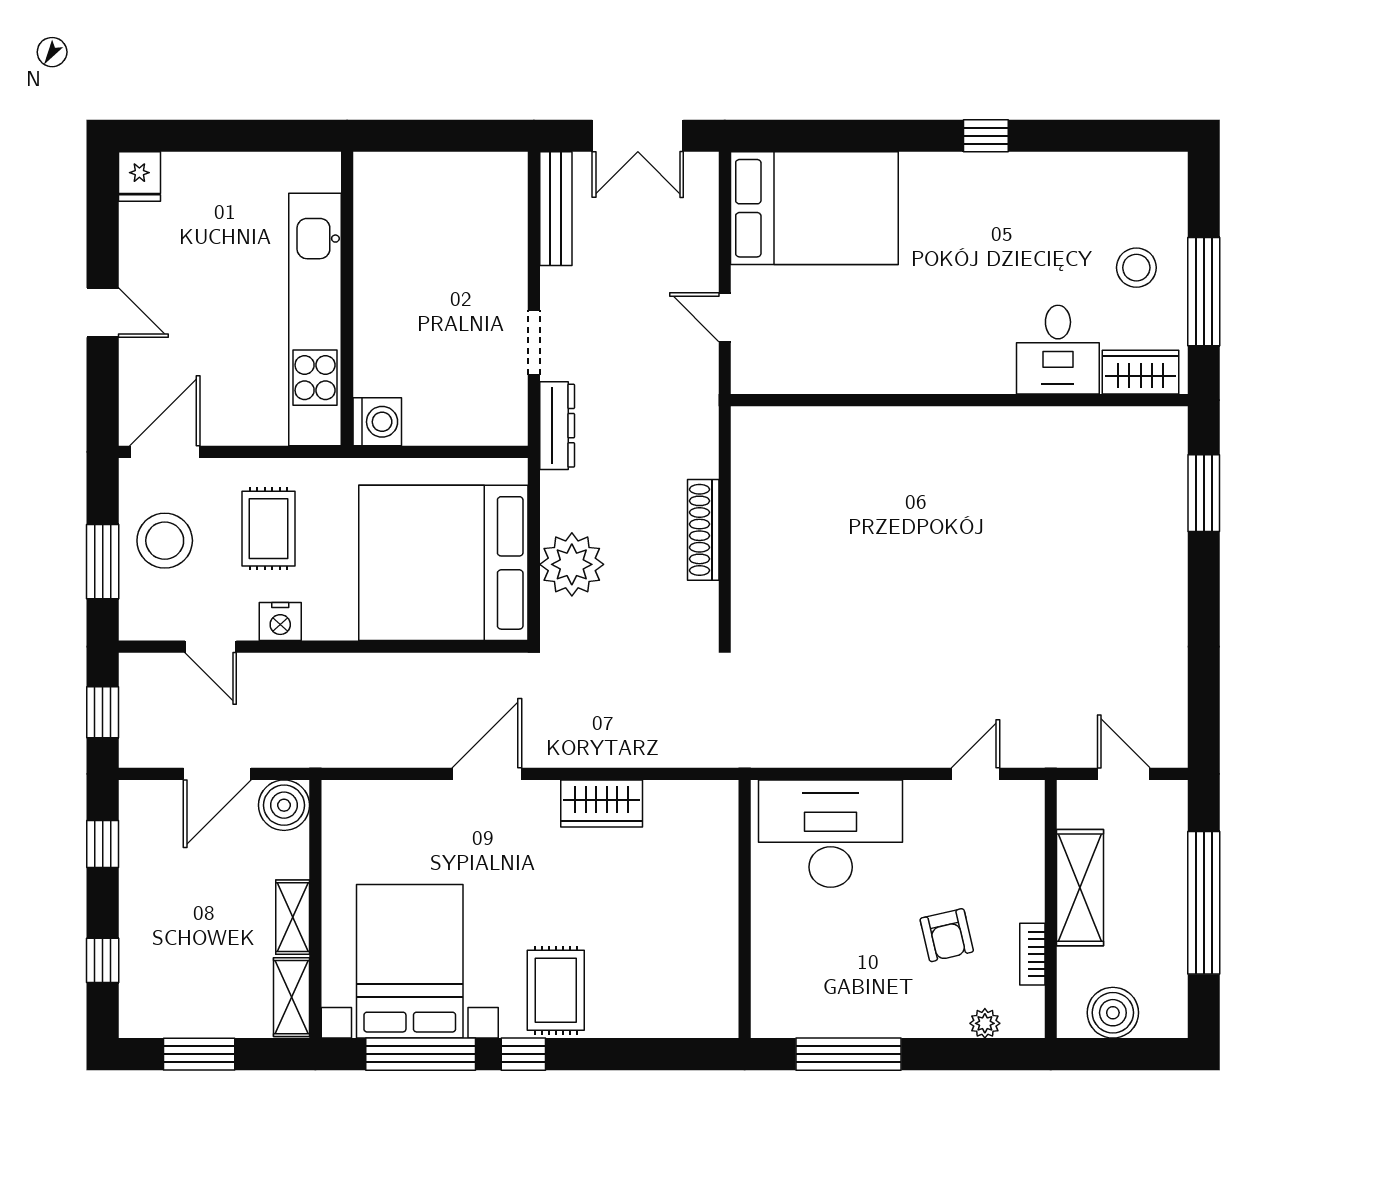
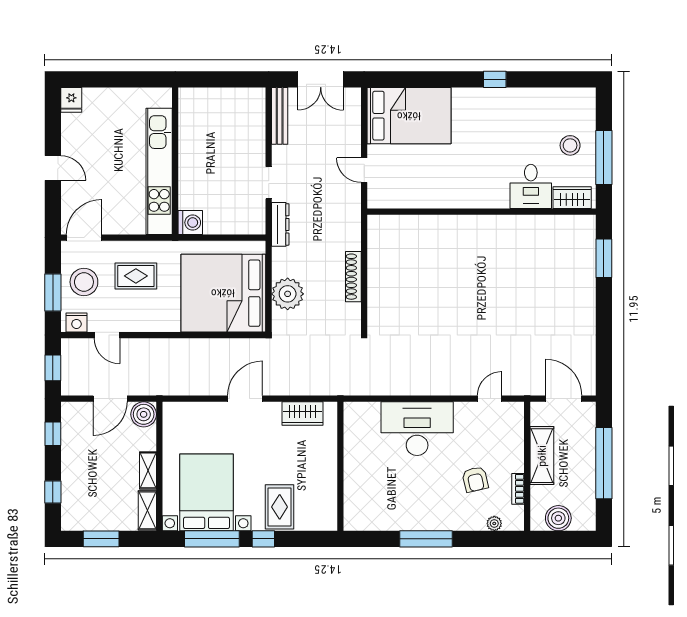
rug: (268, 529) -> (136, 276), turned 90
nightstand: (280, 621) -> (76, 322), moved
door: (1124, 774) -> (564, 399), width x1.38
wall: (745, 909) -> (340, 466), moved

